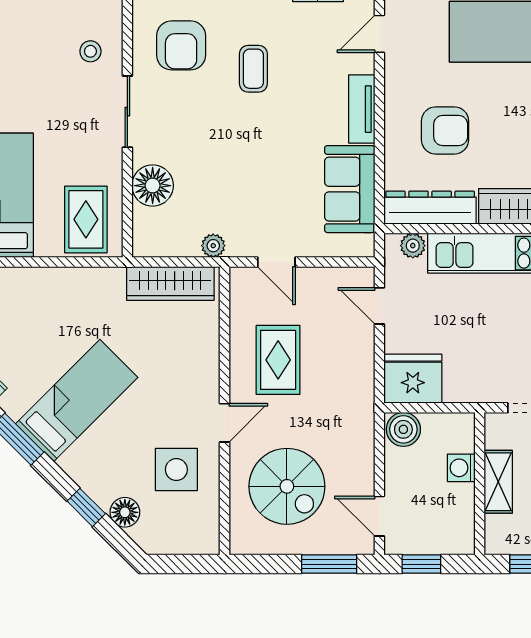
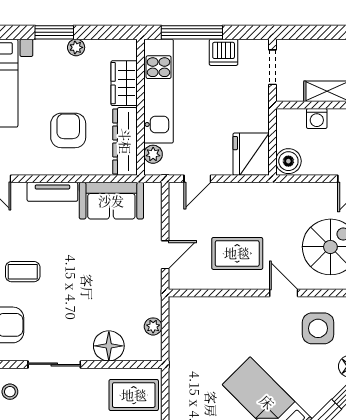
plant: (213, 246) -> (153, 326), moved
wardrobe: (170, 283) -> (181, 333), removed

